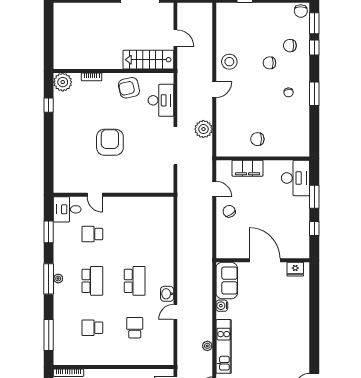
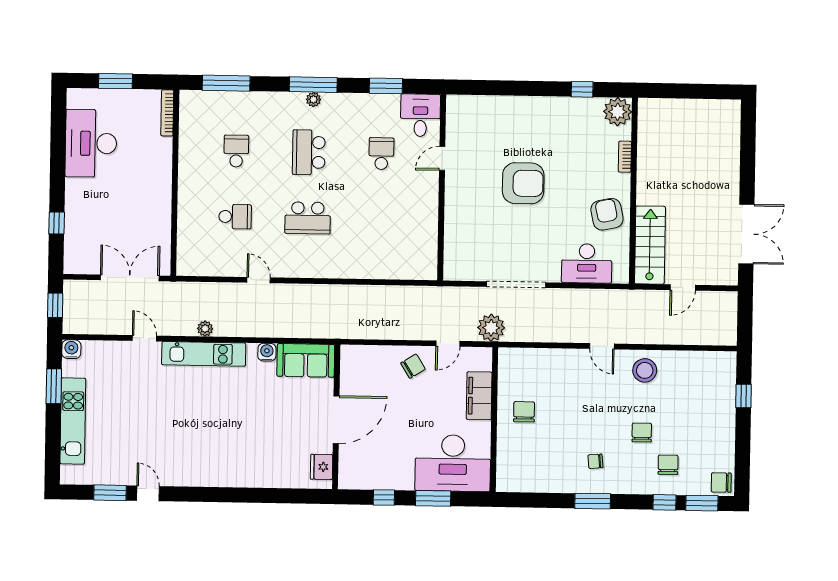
plant: (203, 129) -> (491, 328), moved
desk: (295, 178) -> (453, 463), width x1.36, depth x1.30
school desk: (92, 281) -> (309, 152), turned 90
washbasin: (167, 294) -> (287, 268), removed

